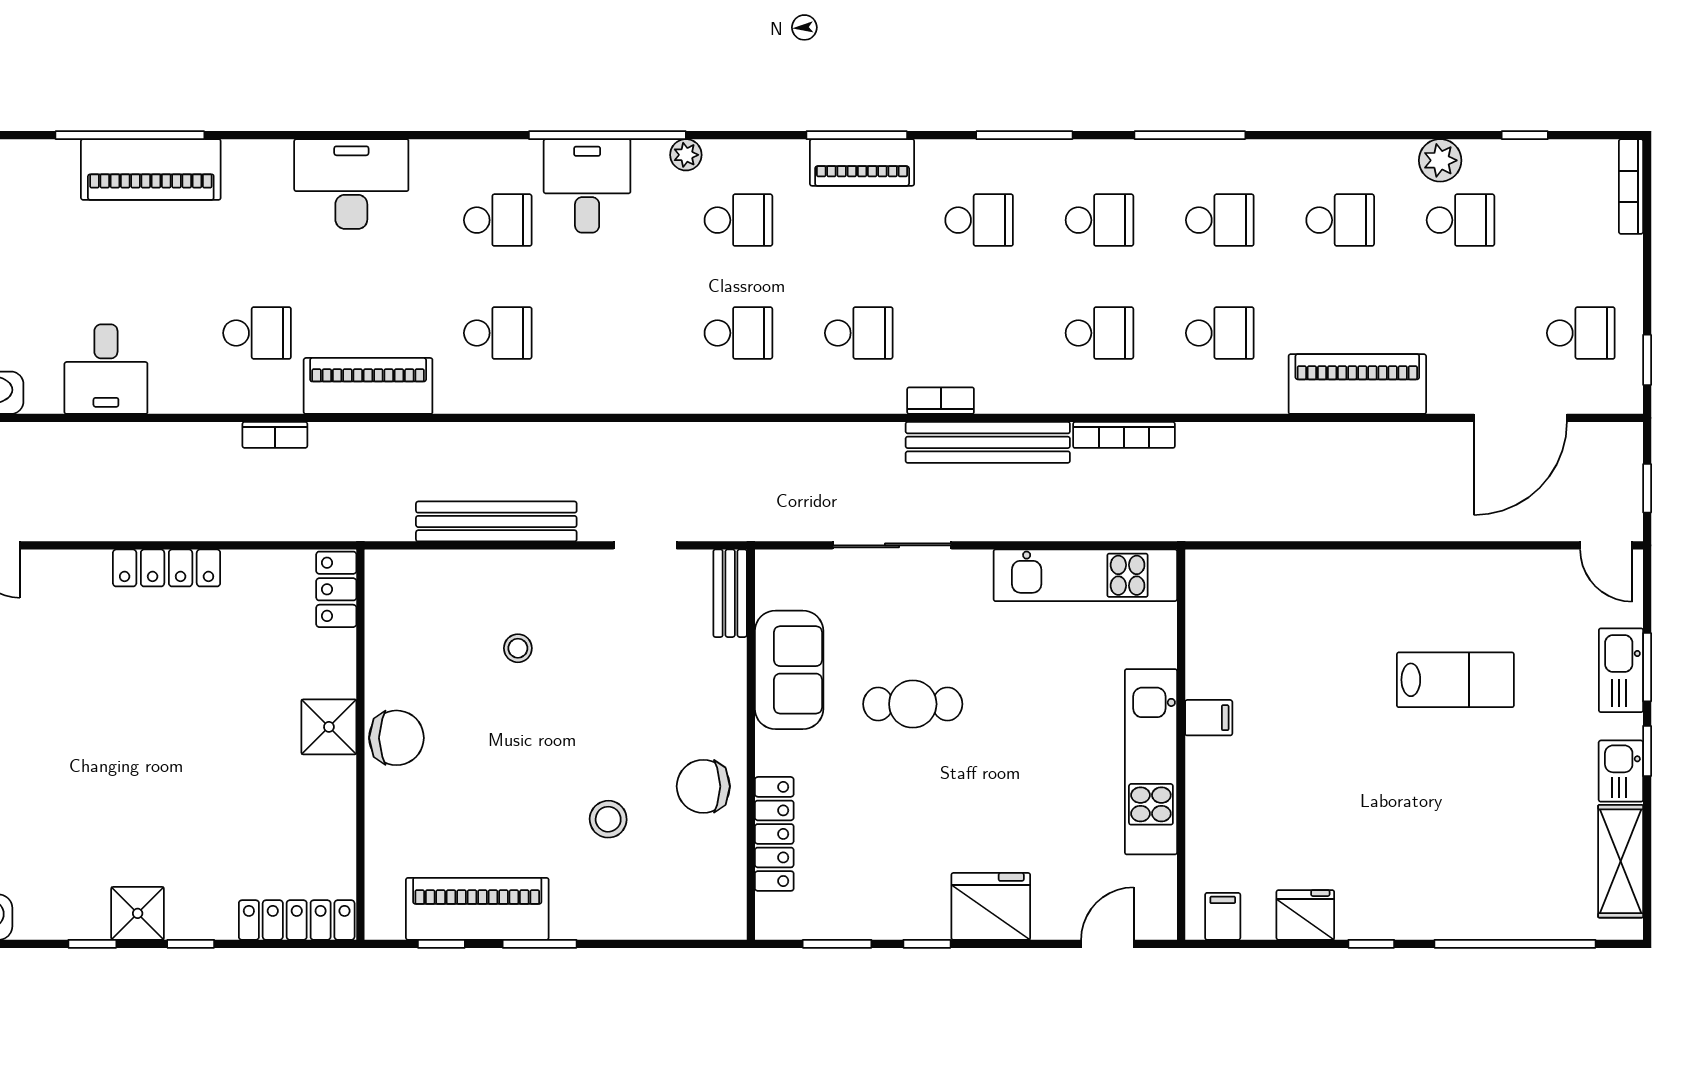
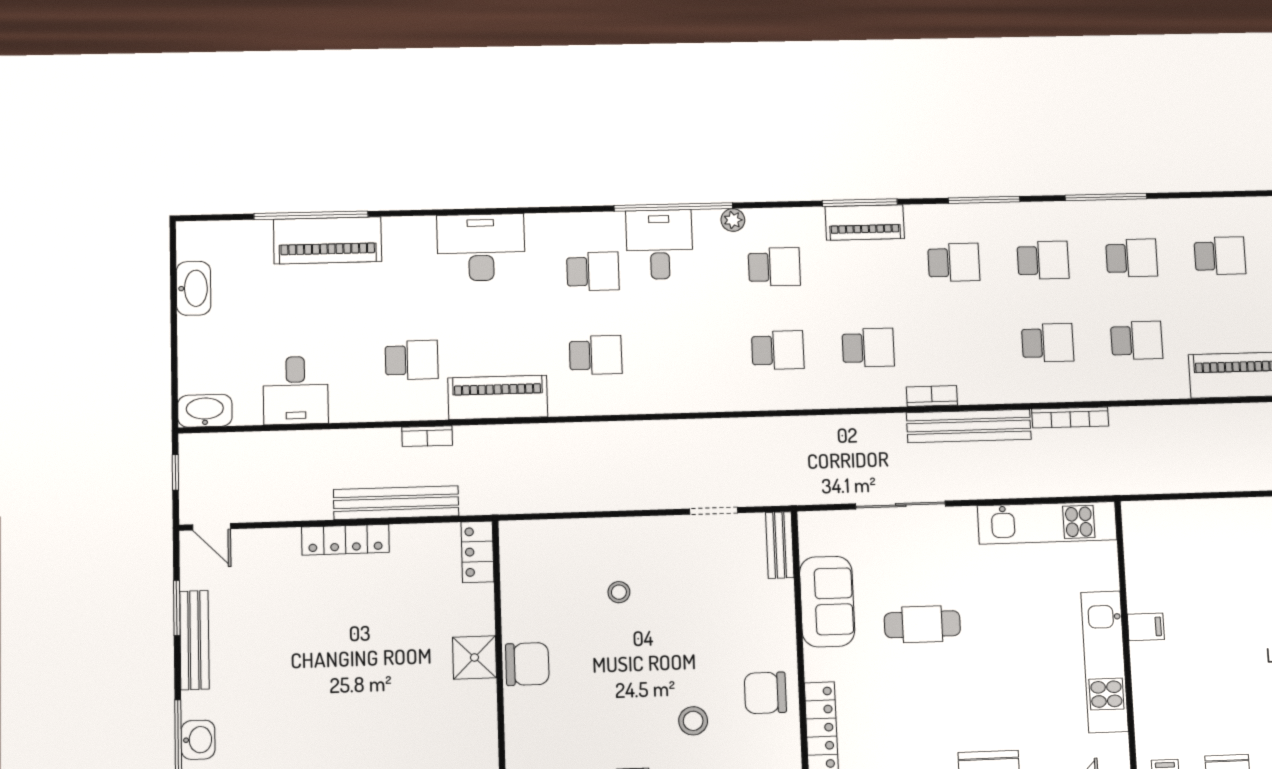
bench: (496, 521) -> (396, 503), moved

